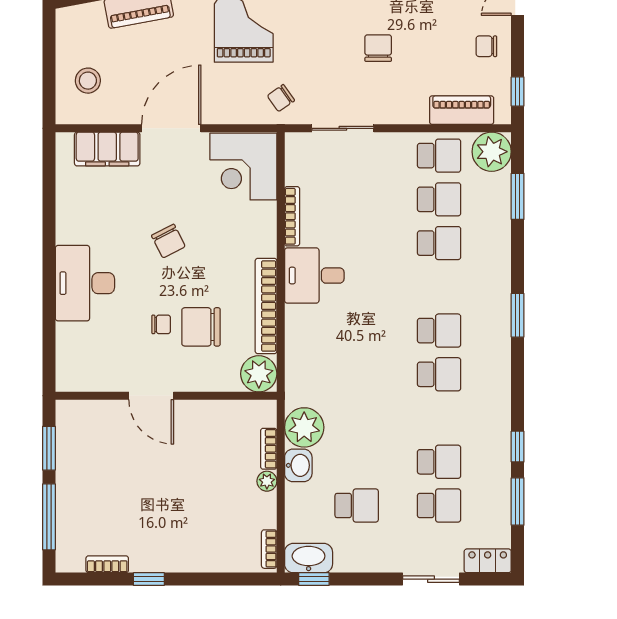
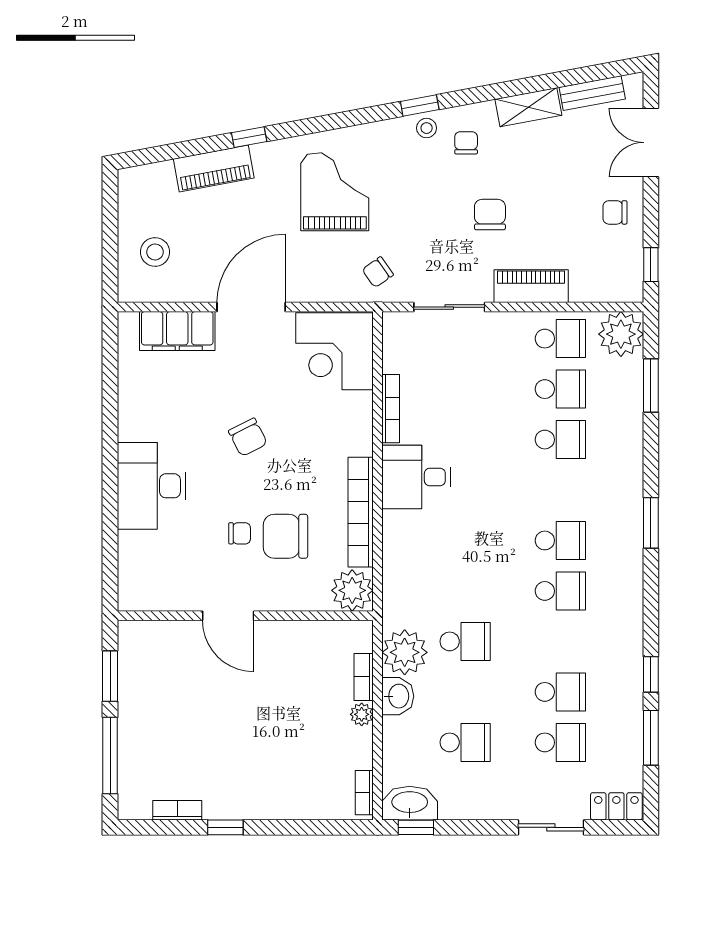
piano: (462, 110) -> (531, 286), moved
school desk: (357, 418) -> (465, 641), added

